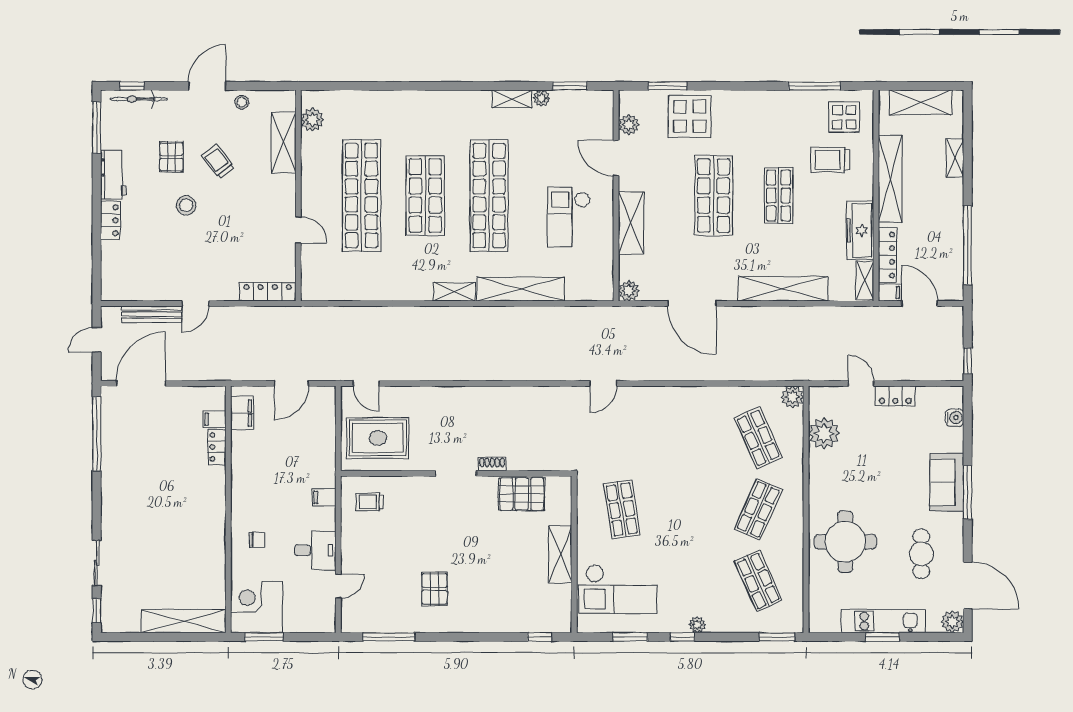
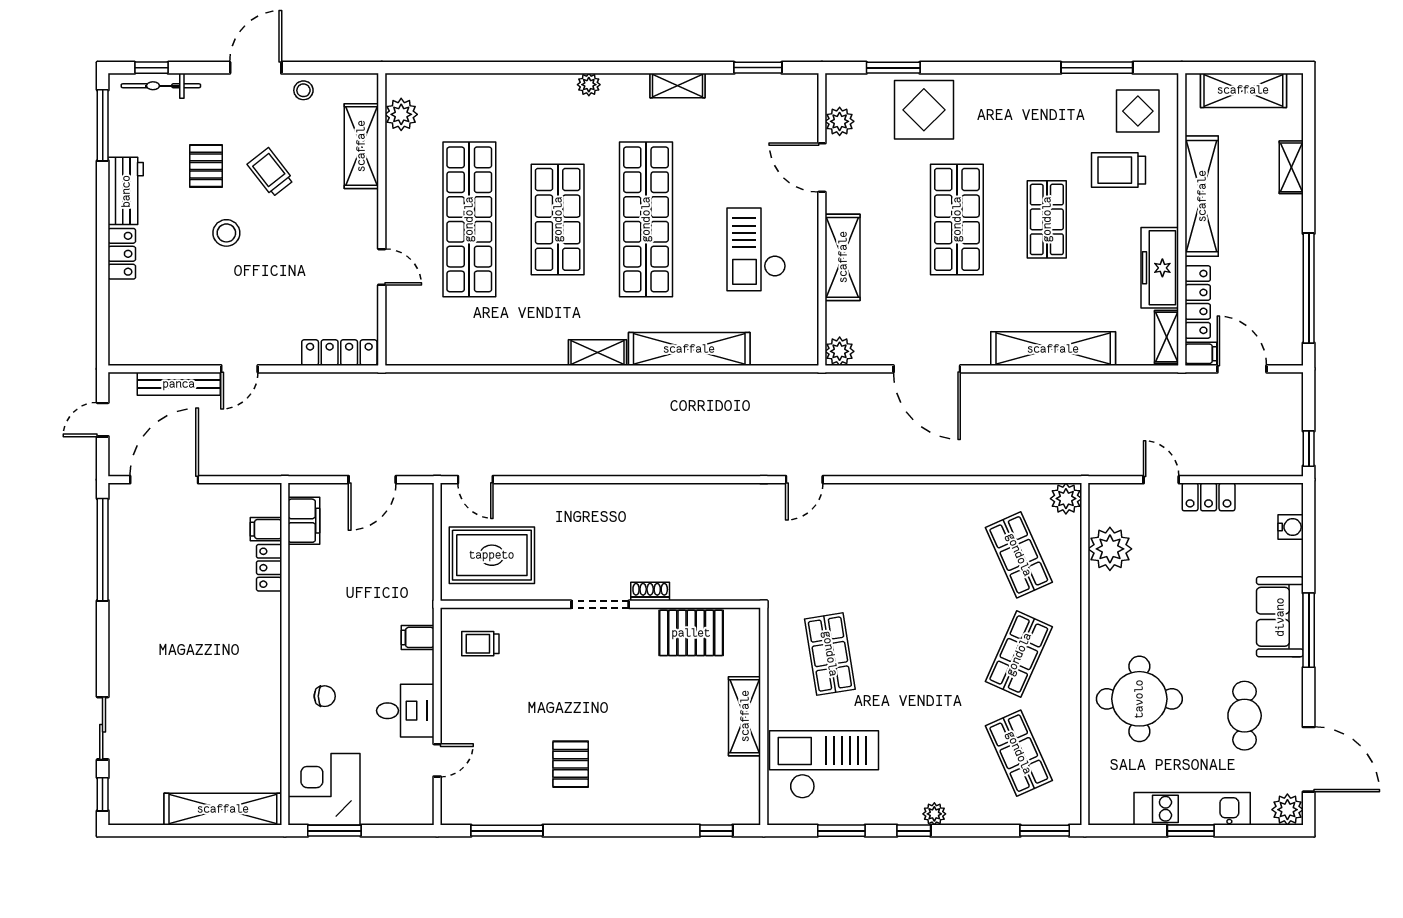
plant: (541, 98) -> (589, 85), moved
checkout: (618, 589) -> (824, 765), turned 180

